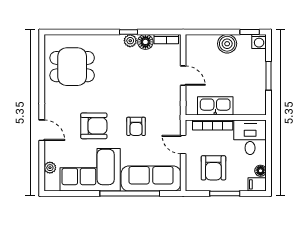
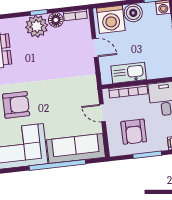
plant: (130, 41) -> (37, 26), width x1.87, depth x1.87
washing machine: (203, 48) -> (111, 19), added
armchair: (136, 126) -> (56, 101), removed

